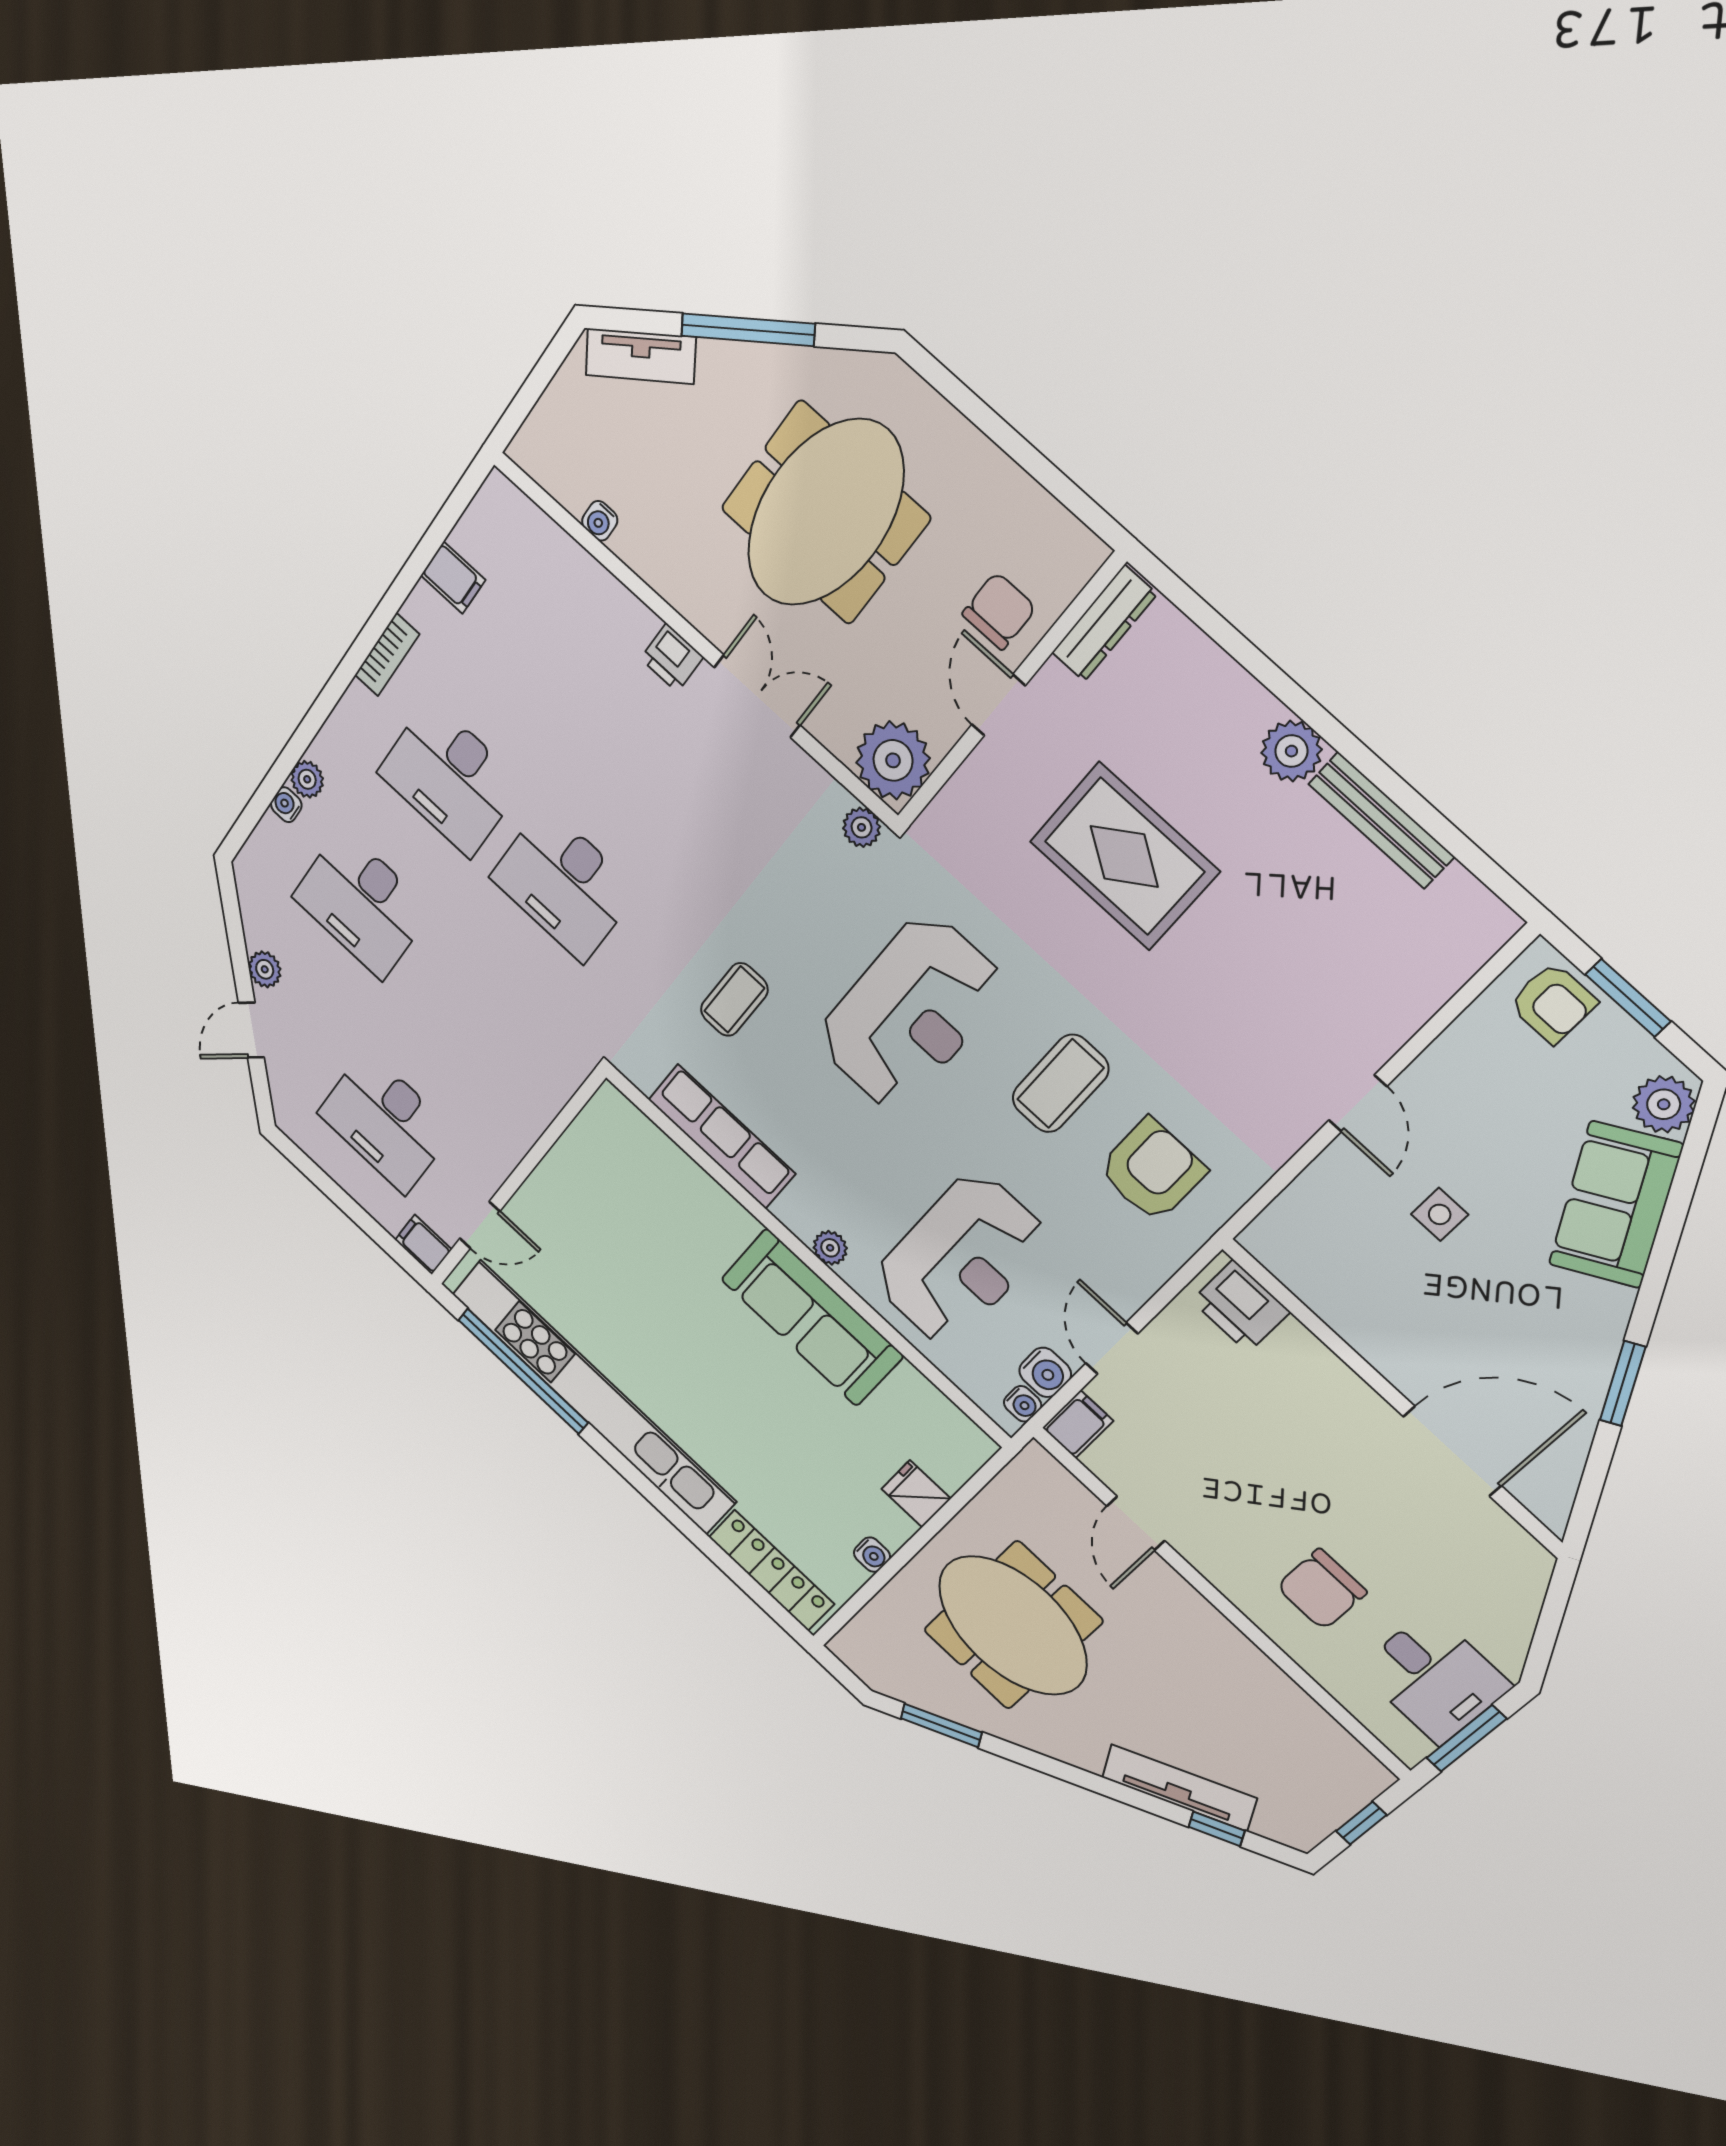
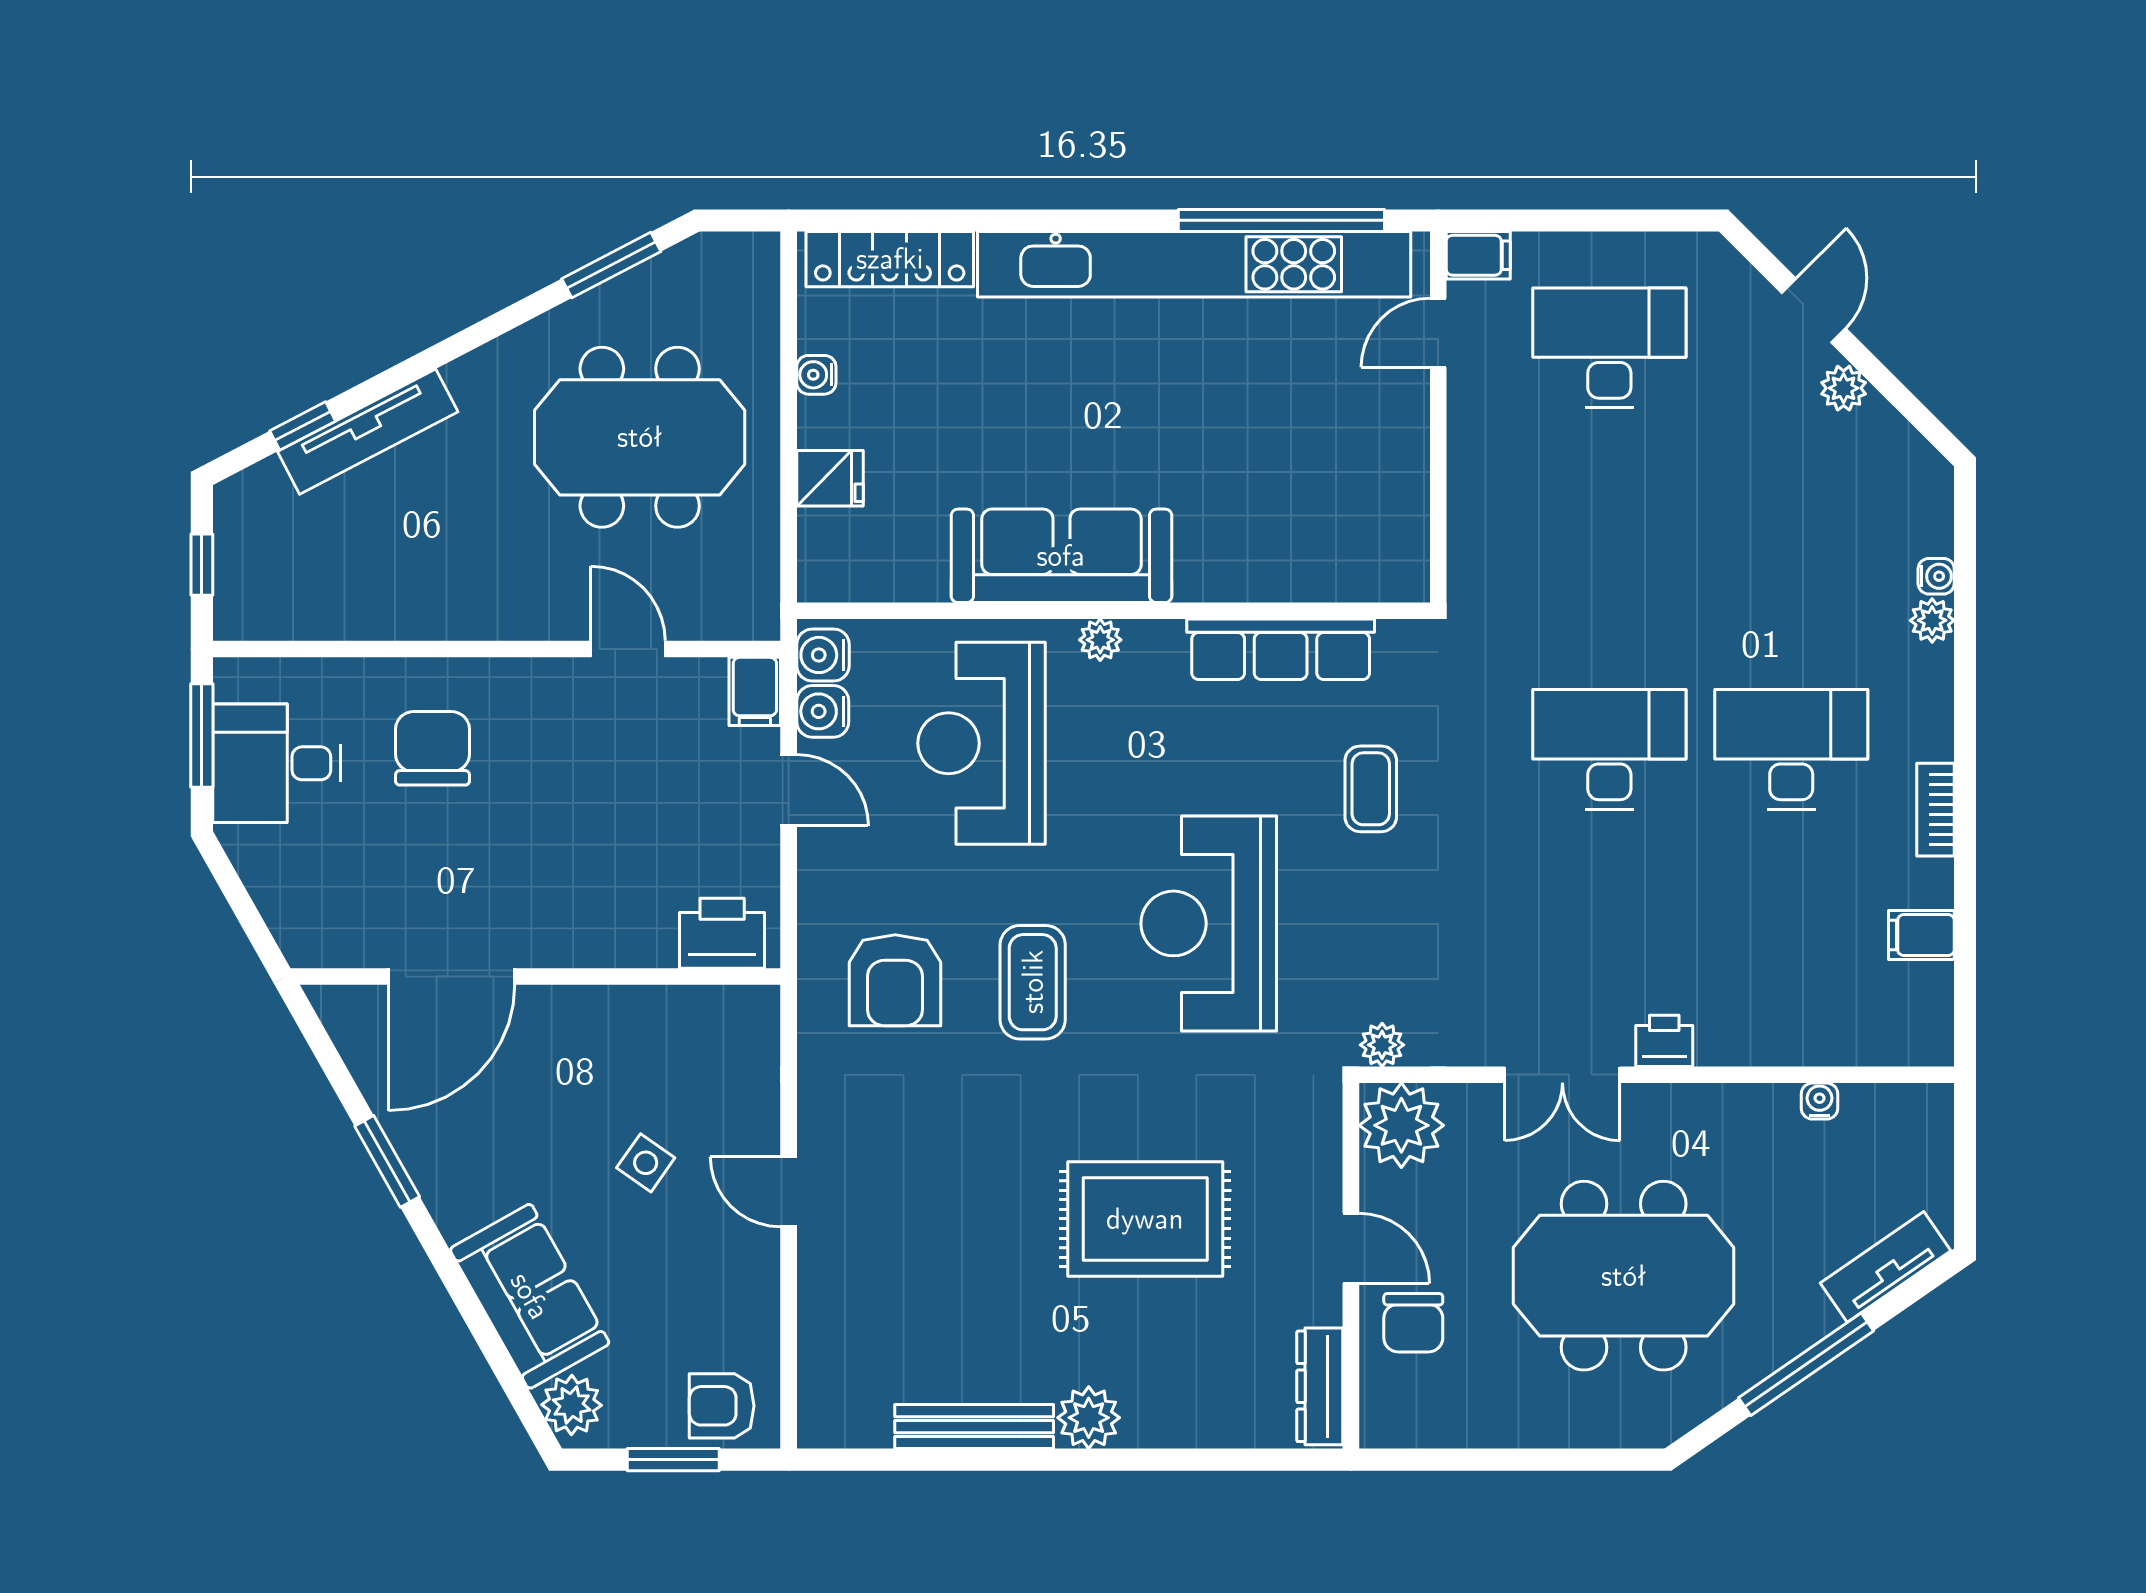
meeting table: (825, 513) -> (1624, 1276), turned 90
desk: (362, 903) -> (1791, 549), removed
side table: (1440, 1214) -> (646, 1163), turned 35
water cooler: (1023, 1404) -> (823, 655), width x1.38, depth x1.38

